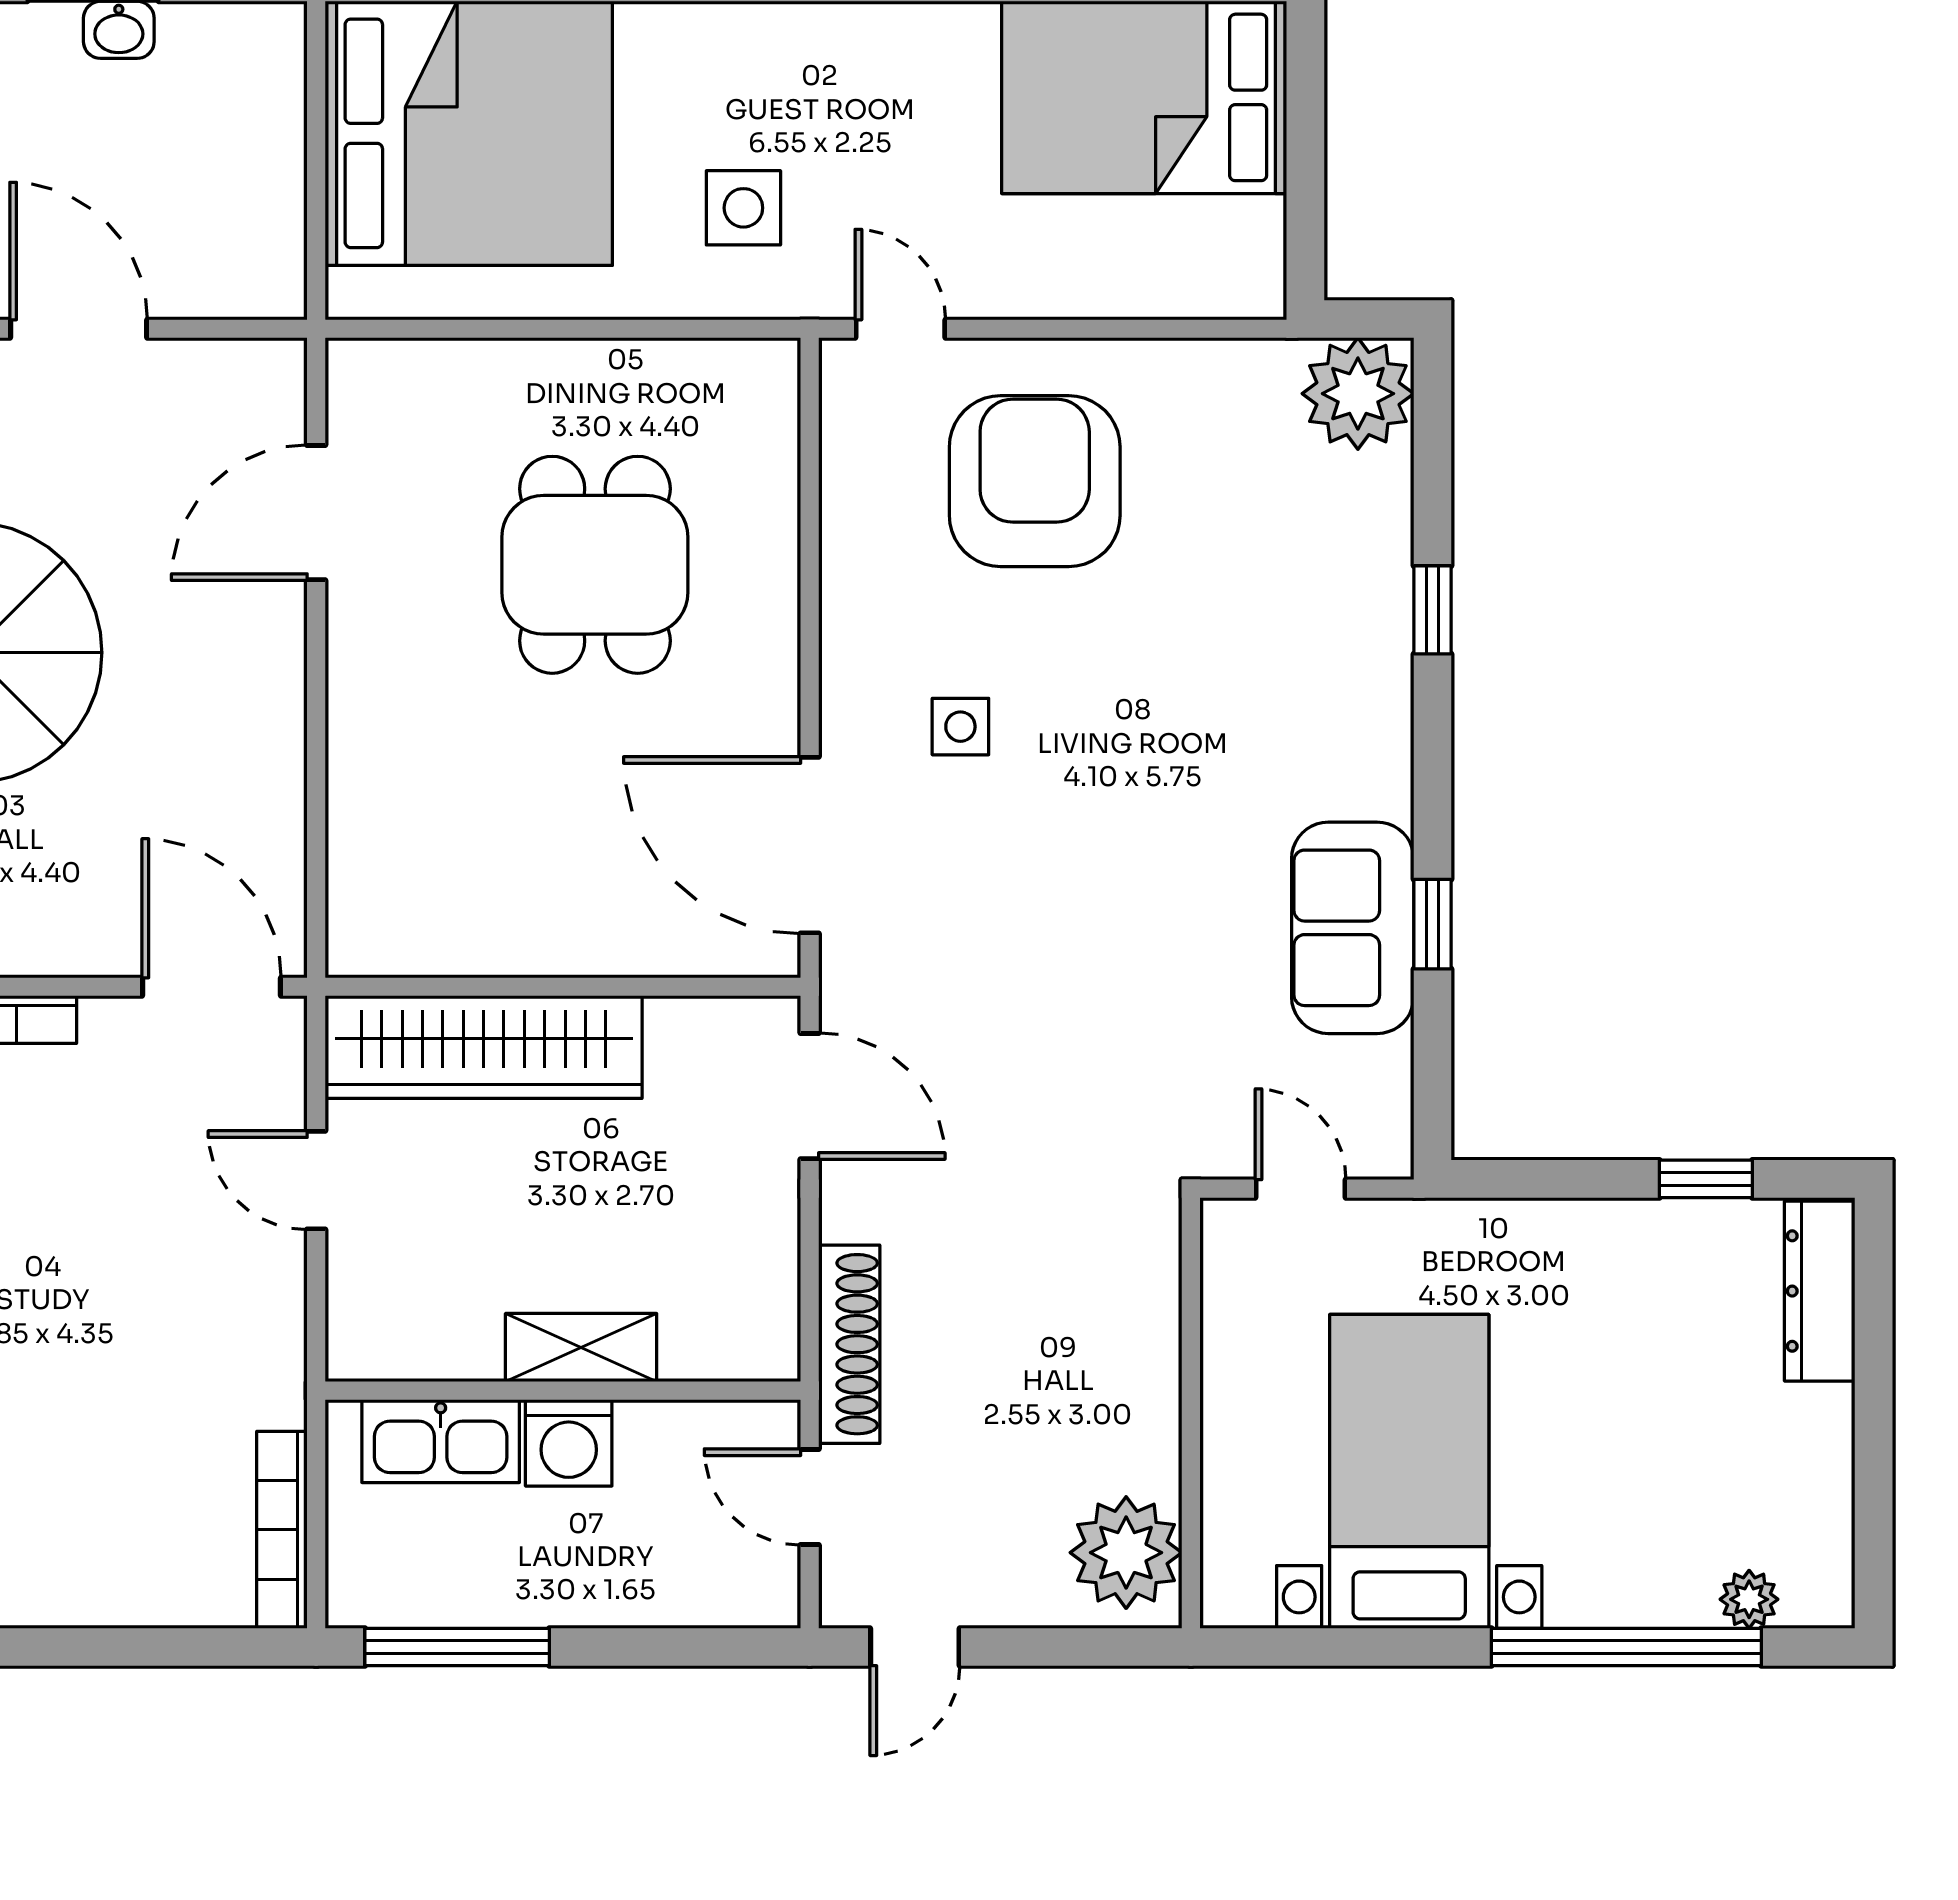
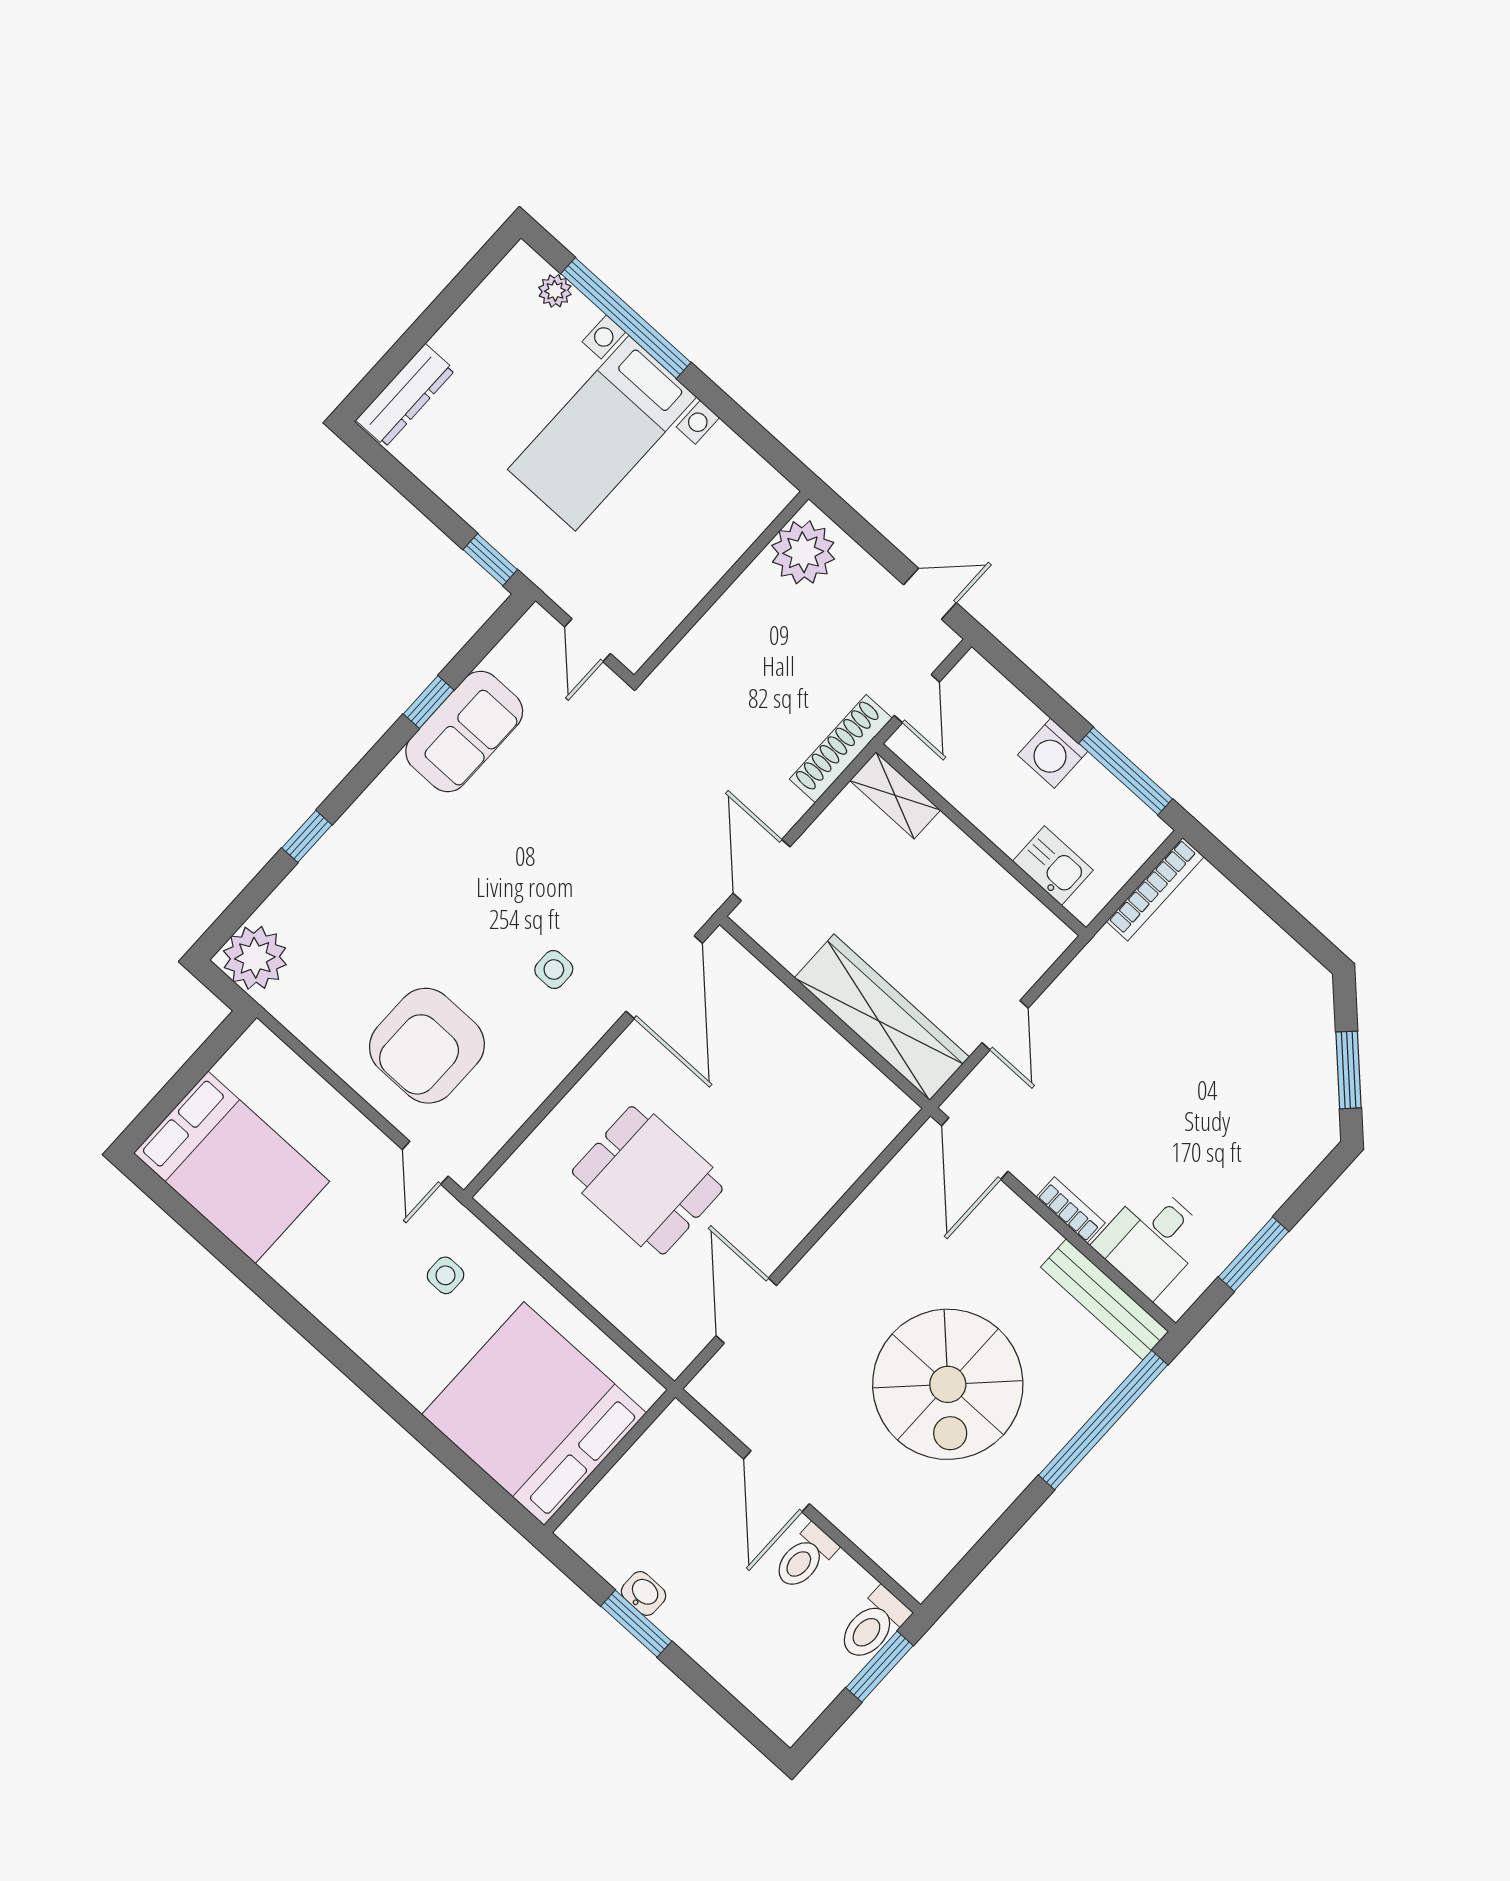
side table: (743, 208) -> (446, 1275), width x0.73, depth x0.73
door: (316, 513) -> (746, 1311), swing flipped
dining table: (595, 565) -> (647, 1180), turned 90
window: (1706, 1179) -> (490, 560), moved
shelving: (581, 1348) -> (895, 795), moved
kitchen sink: (441, 1441) -> (1053, 866), width x0.73
washing machine: (569, 1443) -> (1053, 753), moved, turned 180
bed with nightstands: (1409, 1471) -> (602, 433), moved

